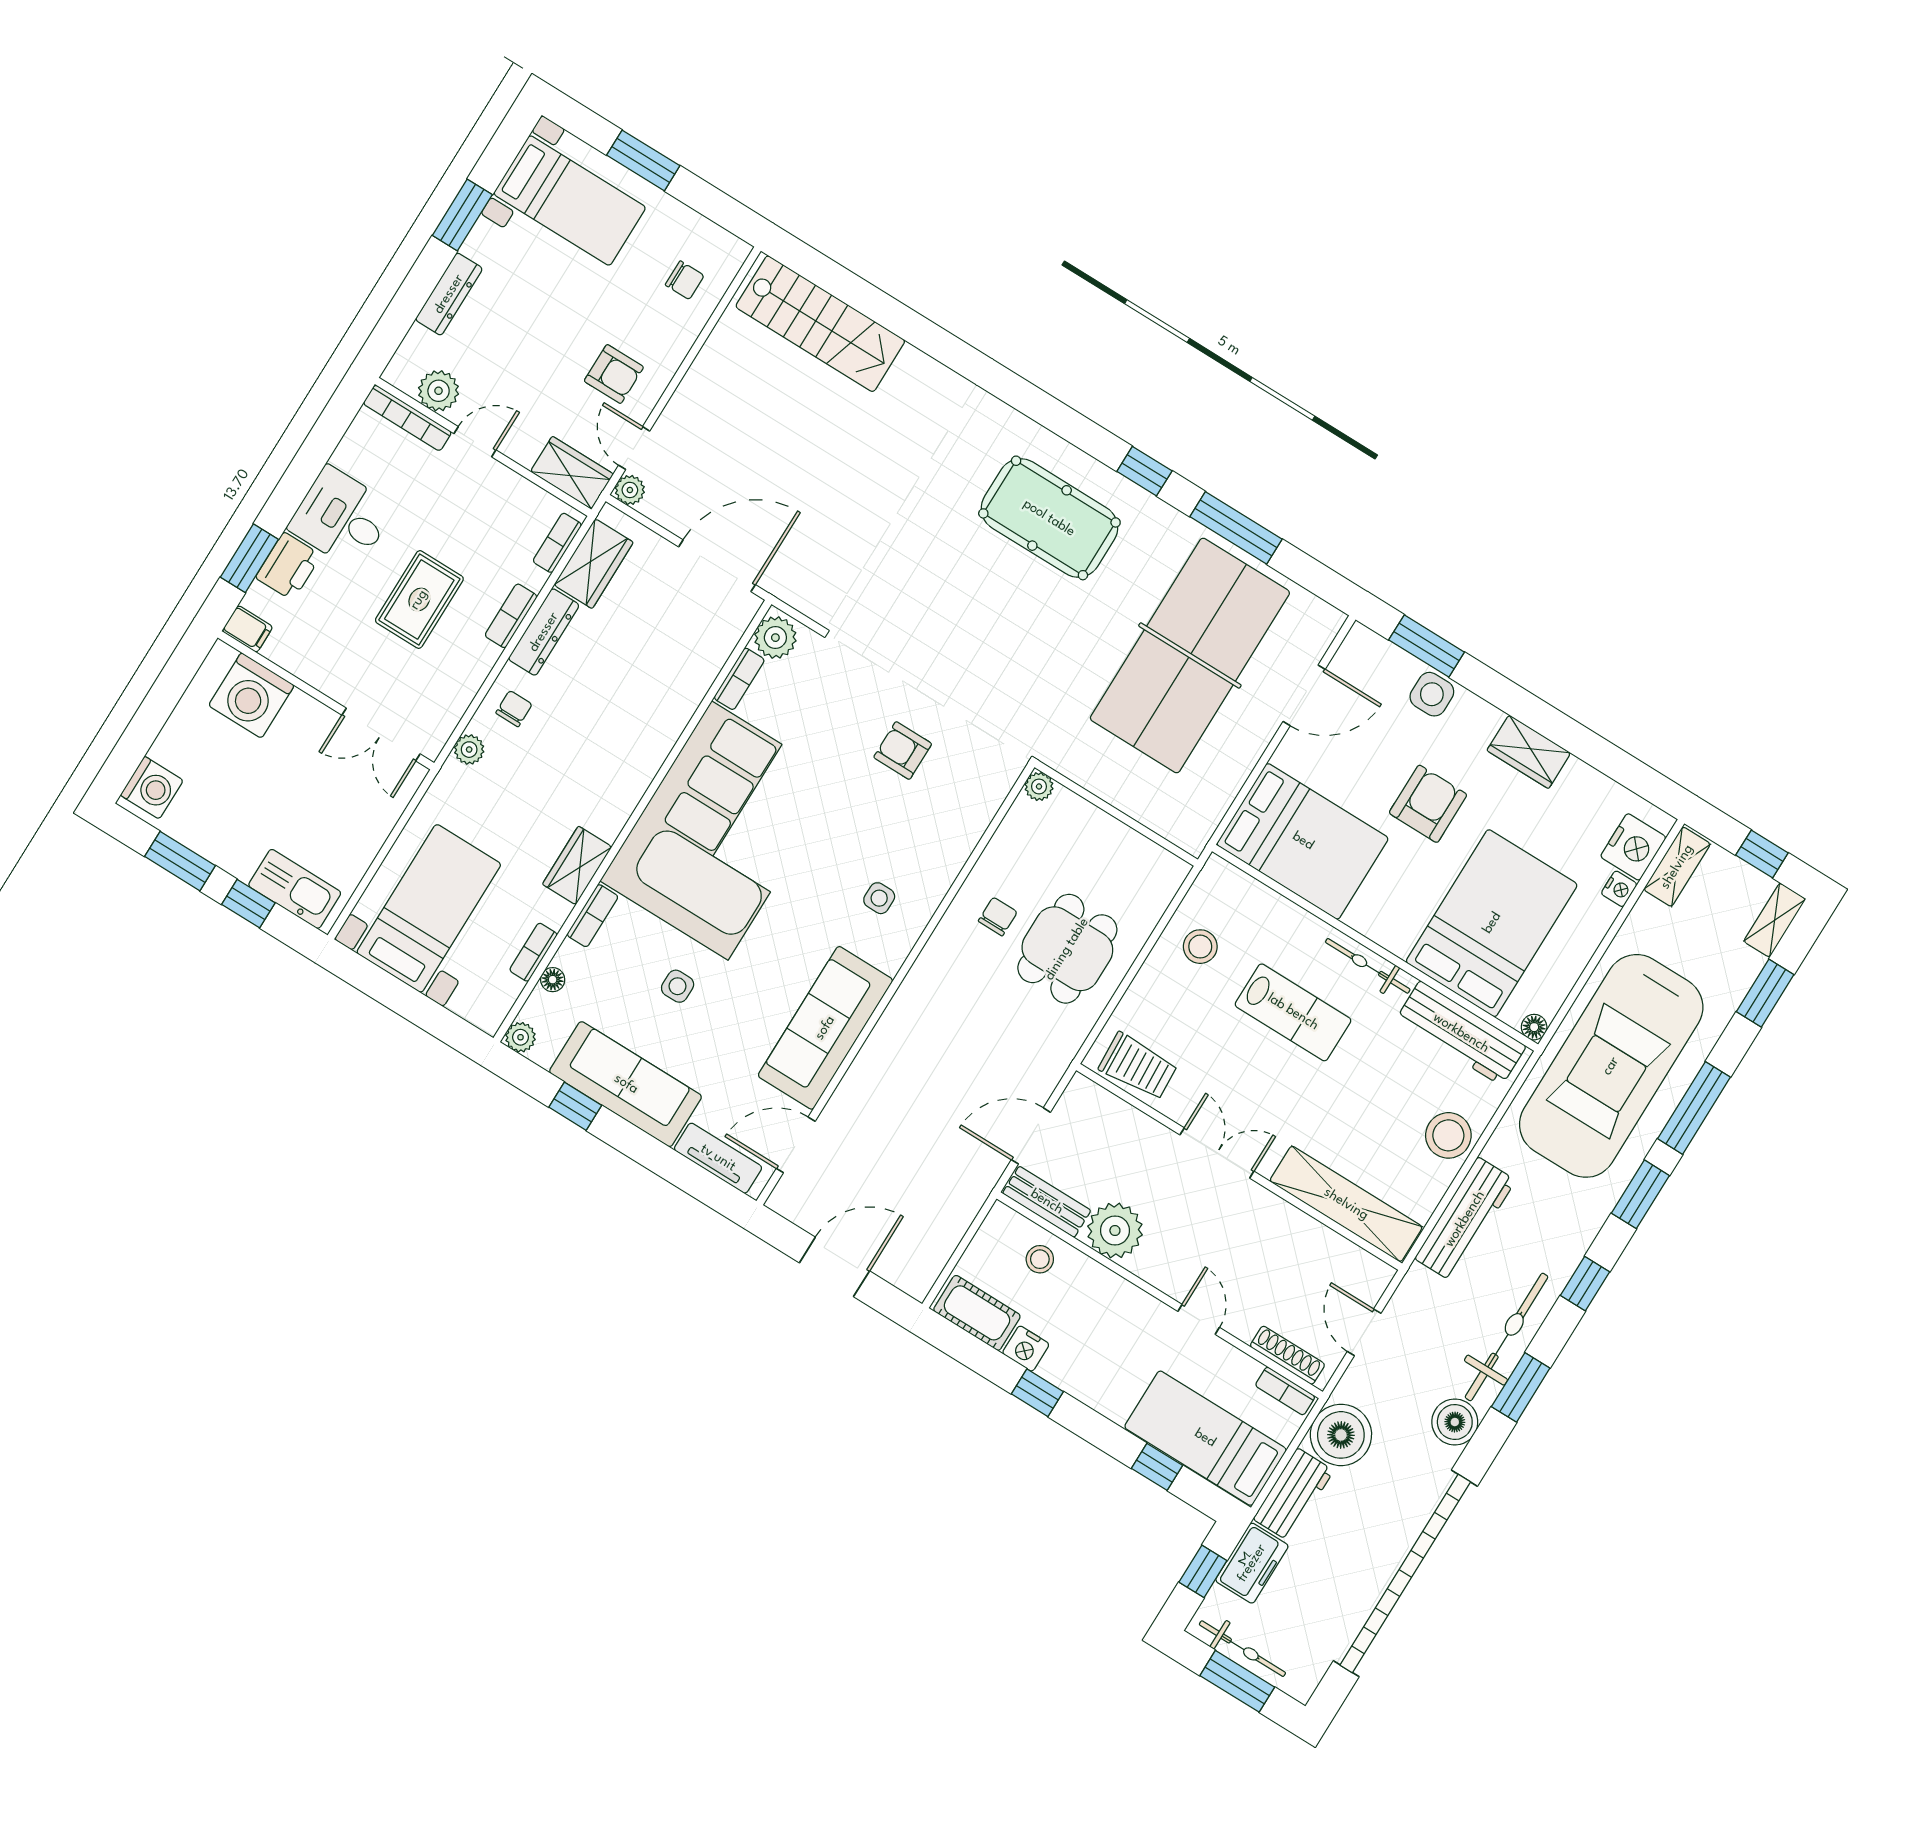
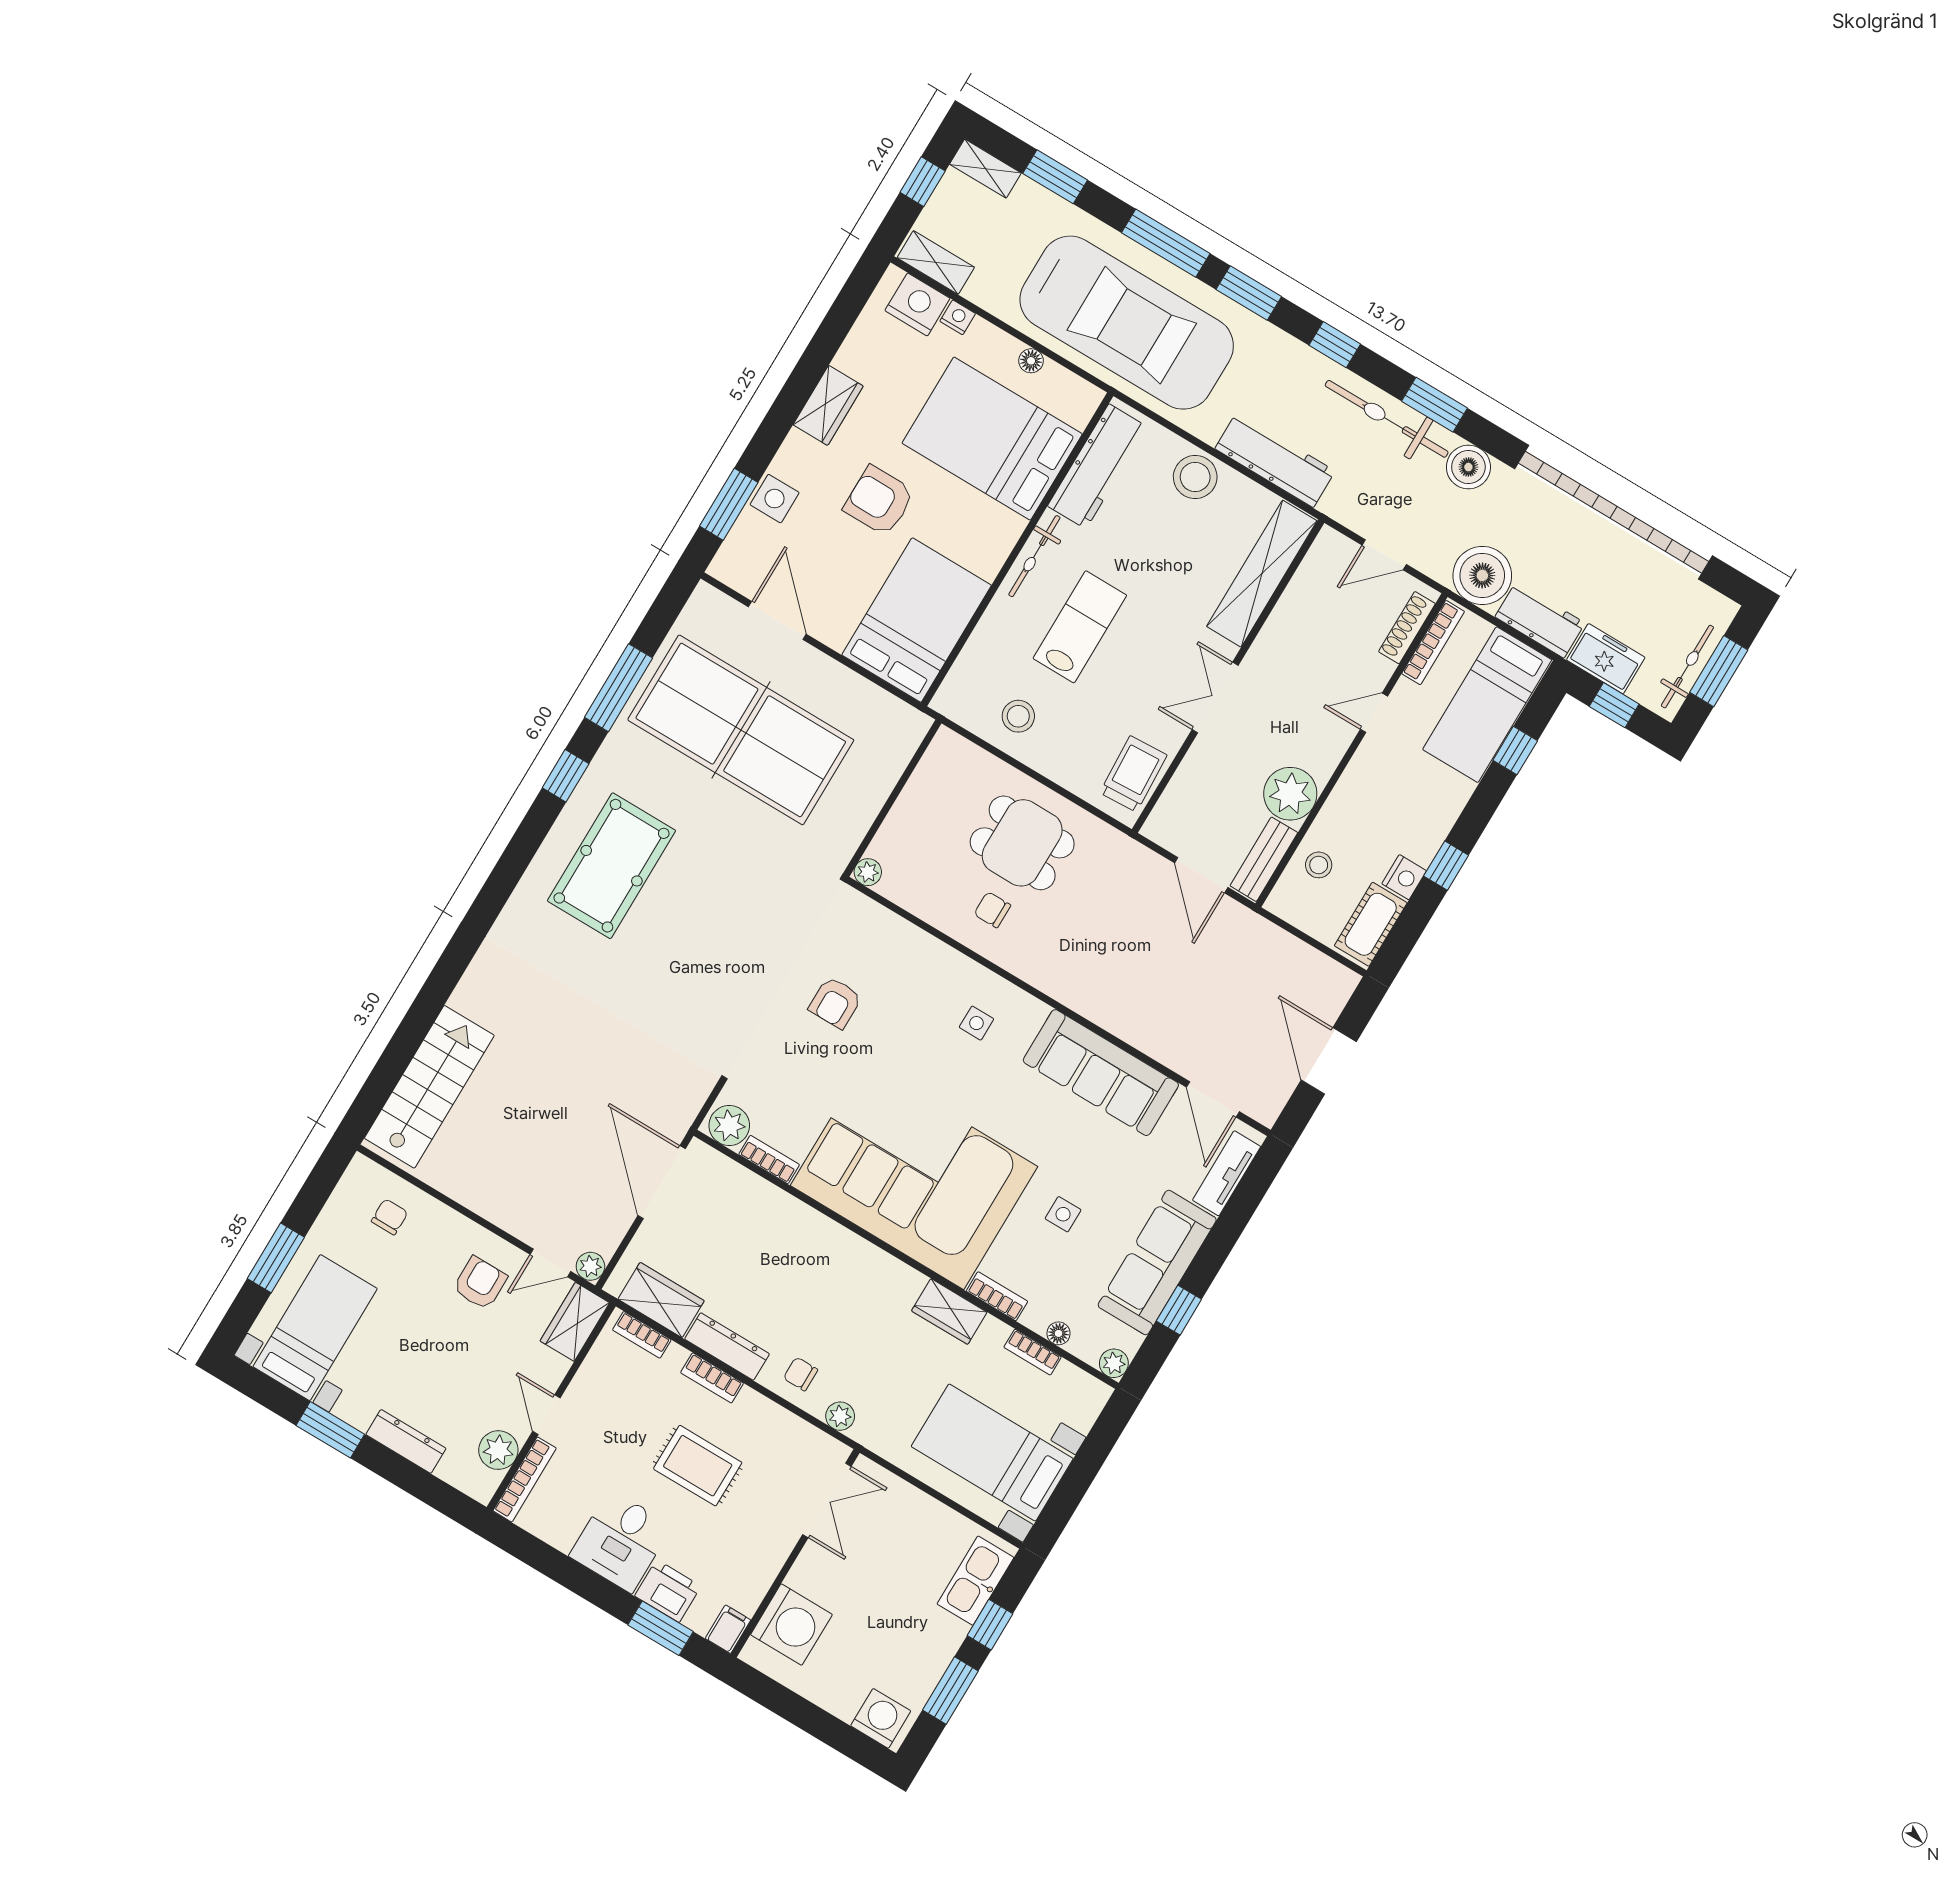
floor lamp: (1534, 1027) -> (1031, 361), moved
bookcase: (1285, 1391) -> (1433, 643), width x1.56

